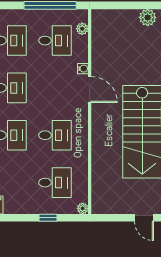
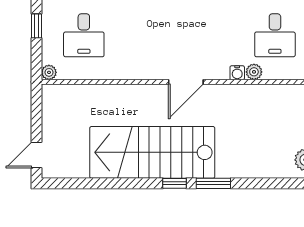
plant: (82, 29) -> (254, 72), moved
door: (90, 89) -> (186, 82), moved
desk: (55, 135) -> (148, 35), removed

